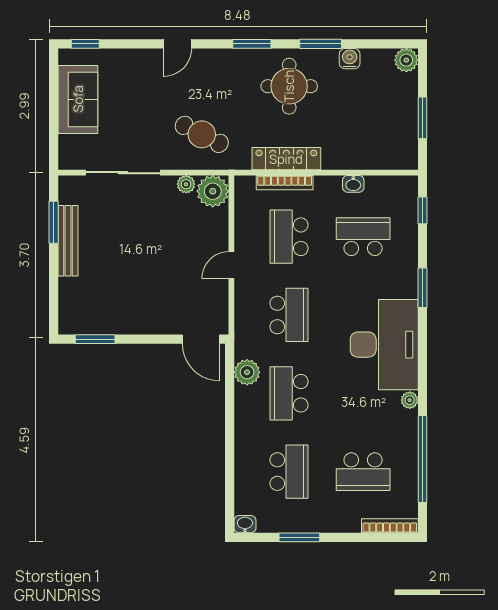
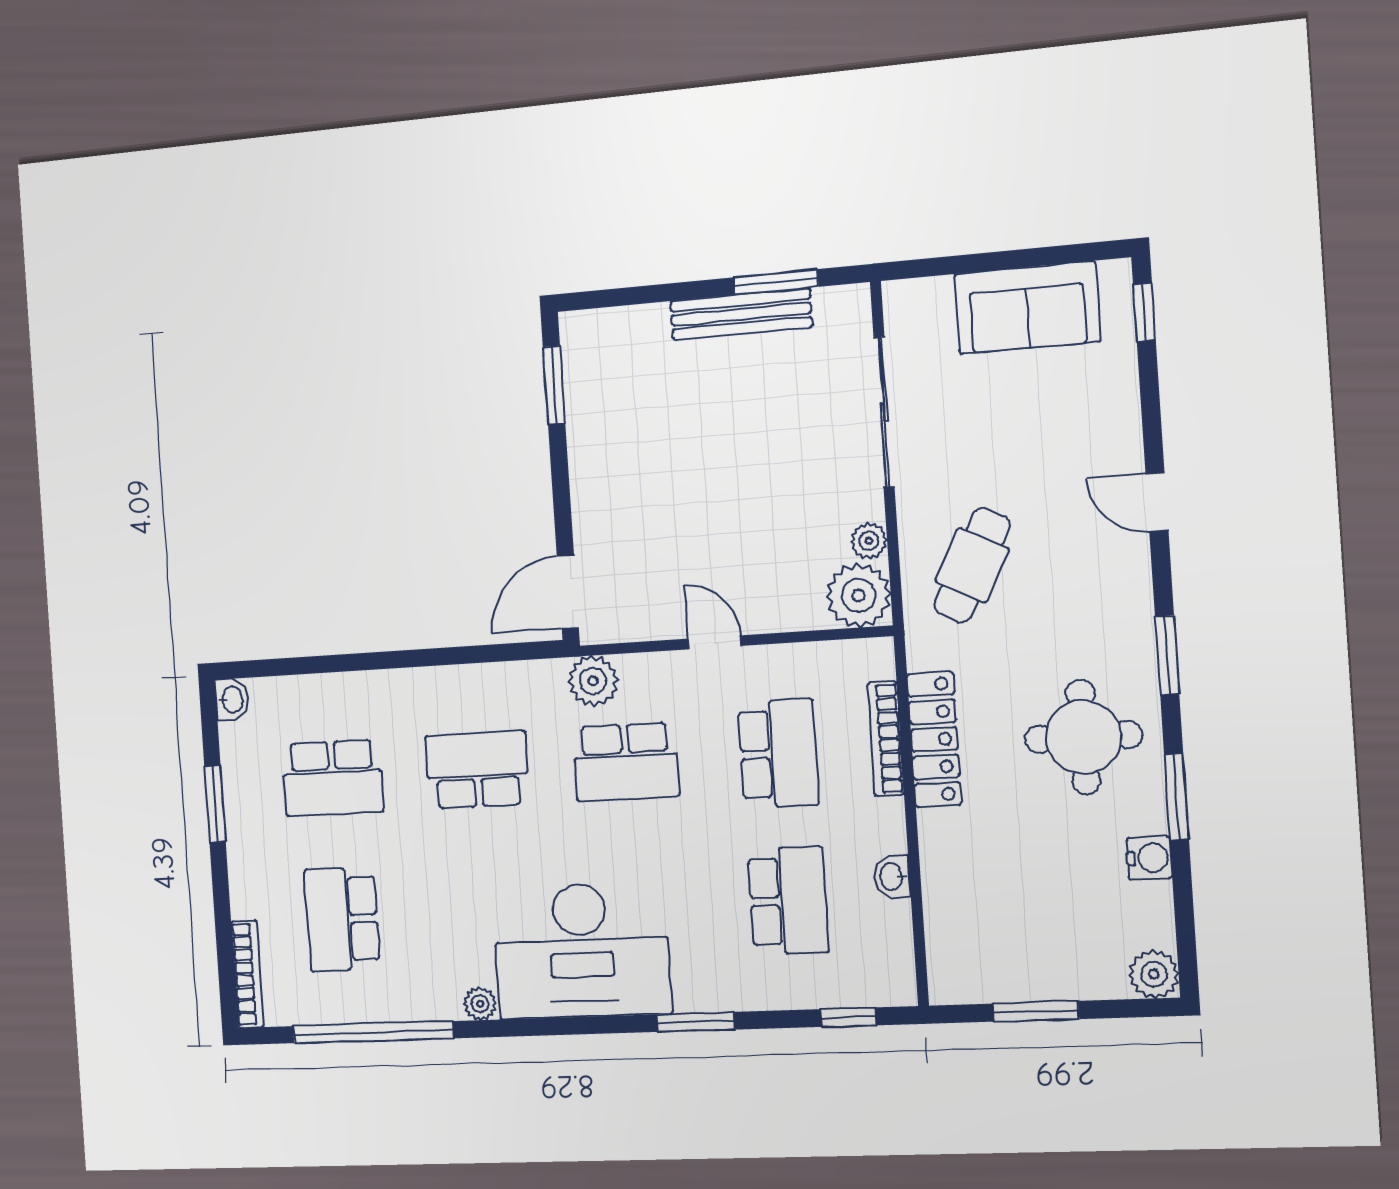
school desk: (289, 237) -> (778, 753), turned 90
plant: (247, 372) -> (593, 681), moved

